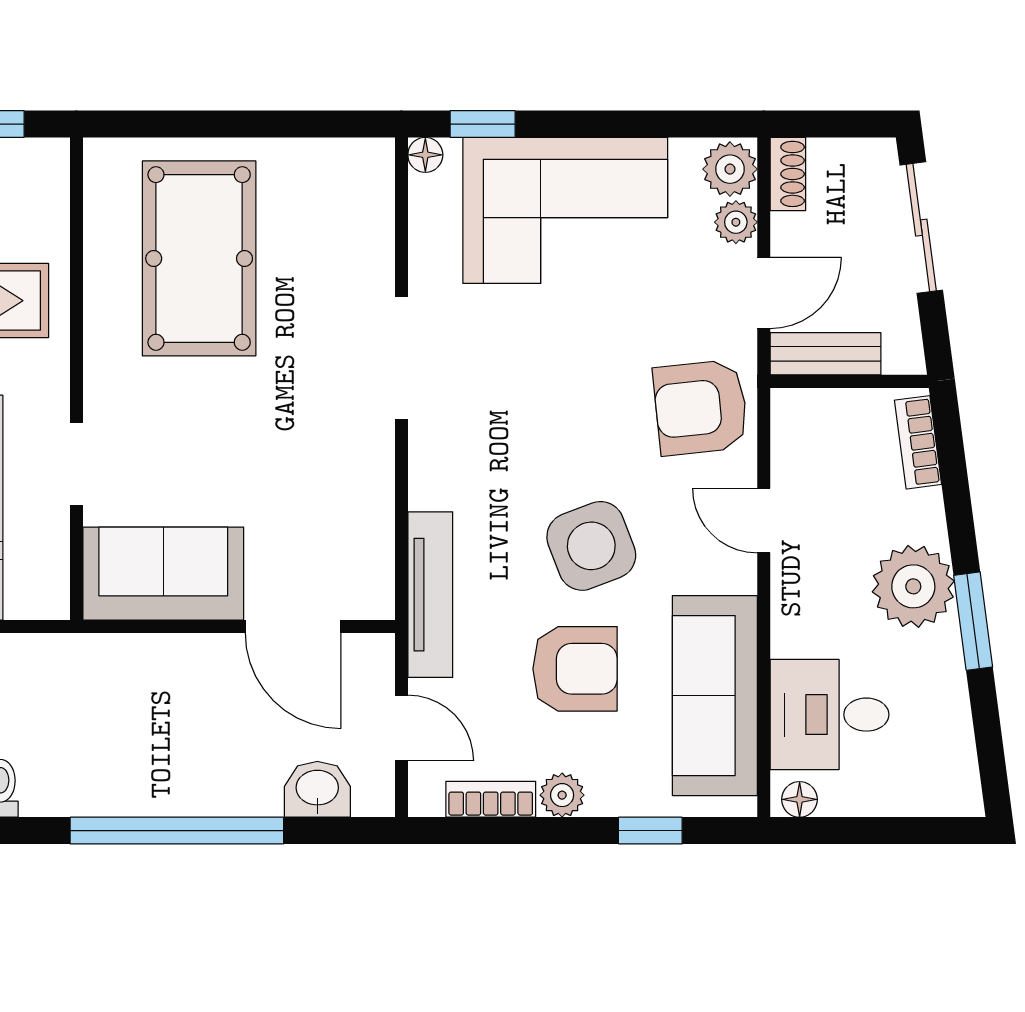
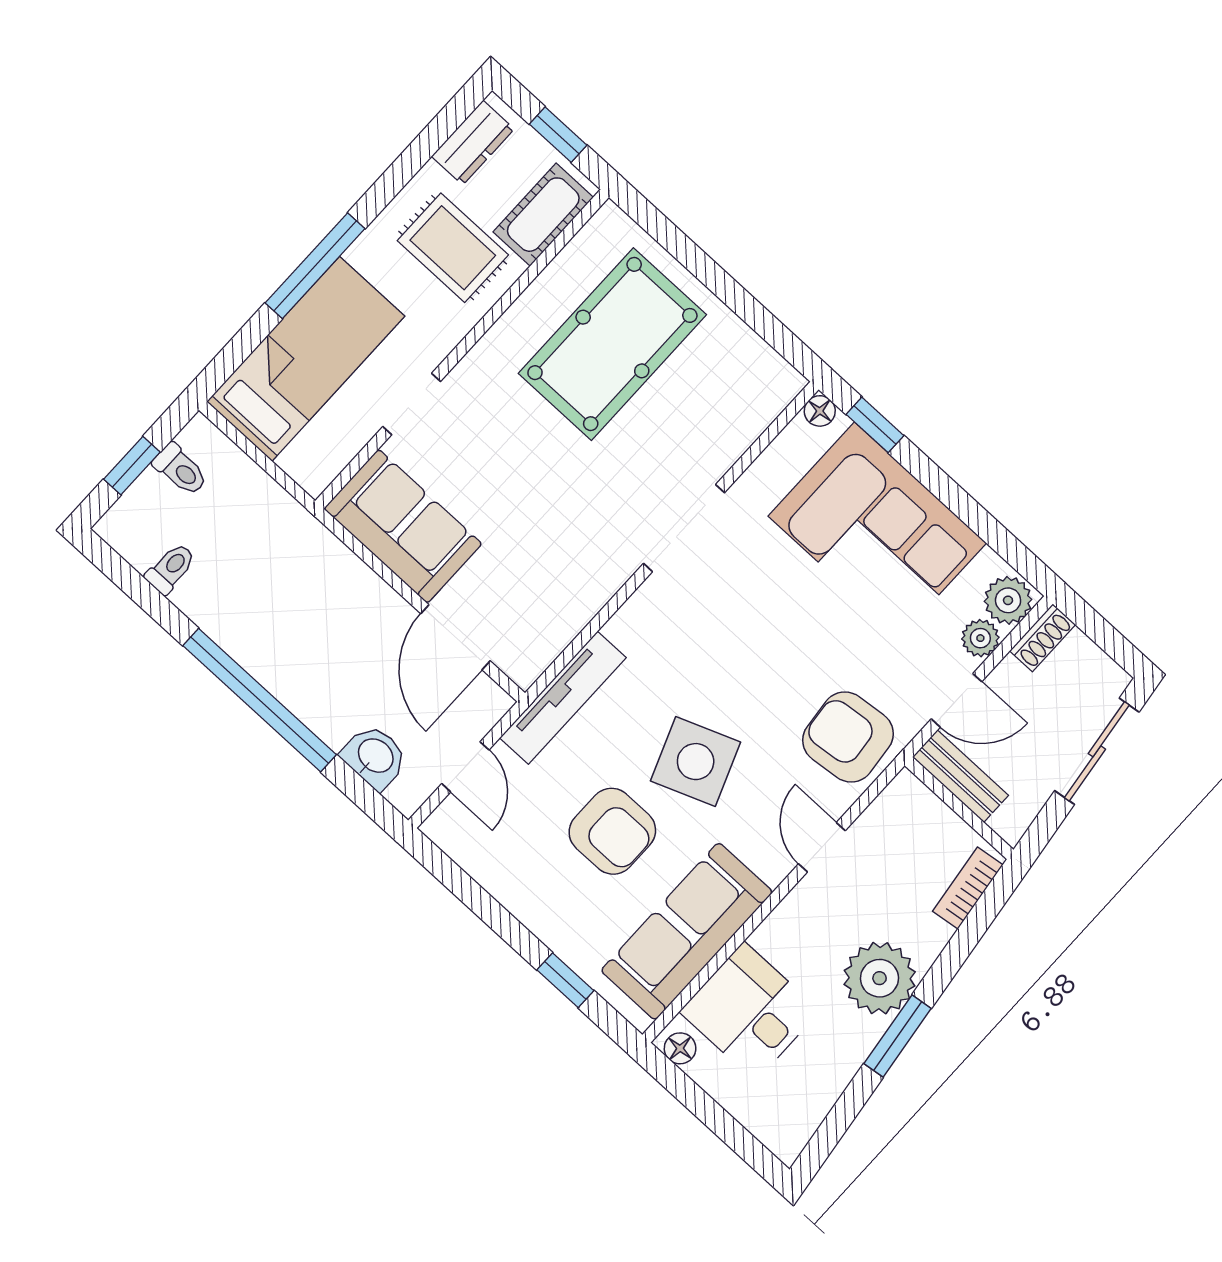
cot: (41, 203) -> (543, 215), added
plant: (562, 795) -> (529, 905), removed
bookcase: (491, 799) -> (481, 866), removed

